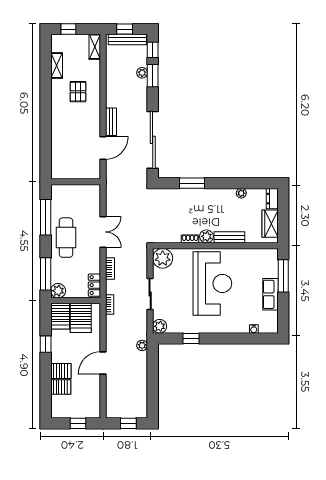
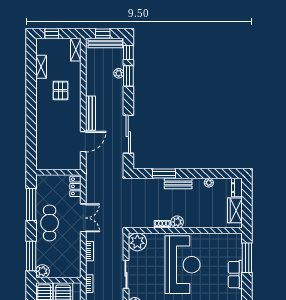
bench: (111, 122) -> (90, 113), width x1.36
sliding door: (153, 140) -> (128, 134), width x0.73
bench: (229, 237) -> (178, 184), moved
locker: (94, 285) -> (75, 186), moved

